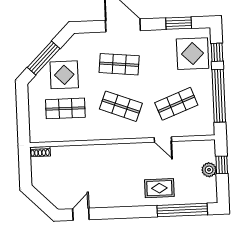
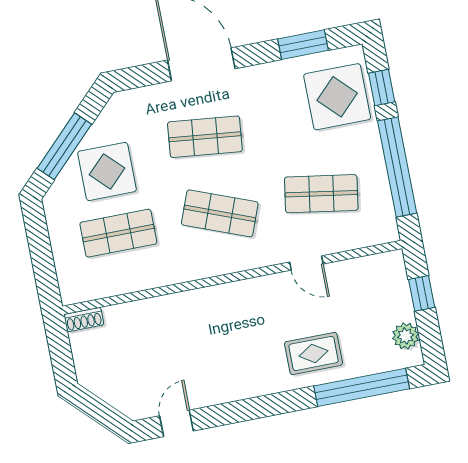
shop shelf: (176, 104) -> (321, 194), turned 30
plant: (209, 170) -> (406, 336), moved

